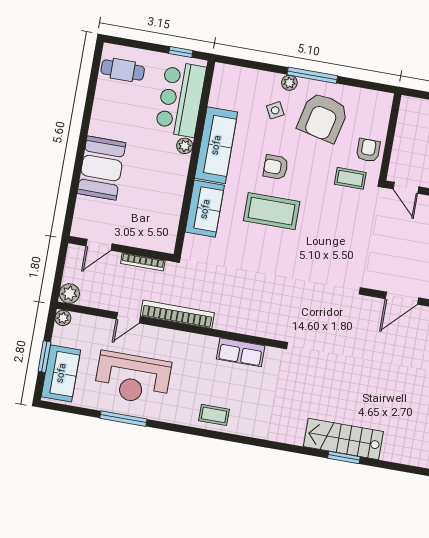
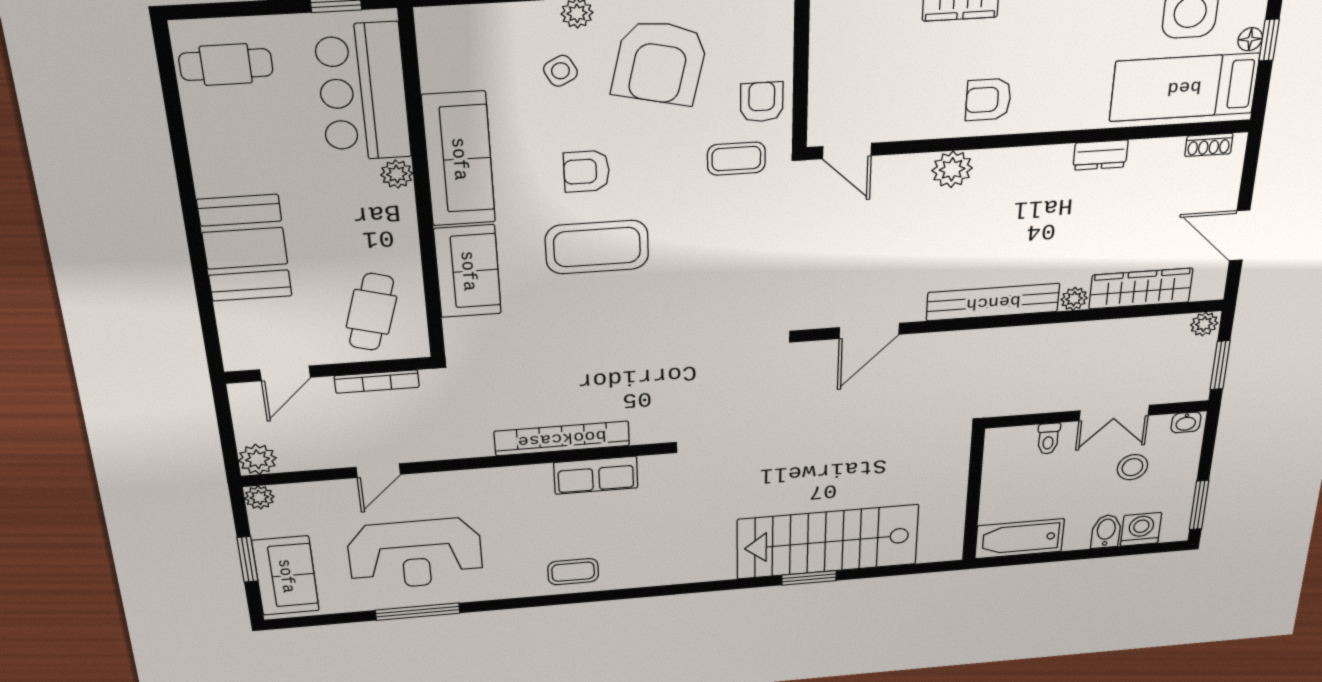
cafe table: (152, 220) -> (371, 312), added
bookcase: (177, 314) -> (562, 438), moved
stairs: (343, 439) -> (828, 542), width x1.36, depth x1.51

